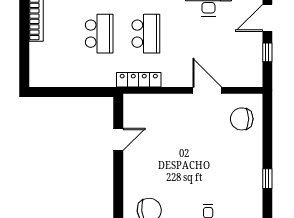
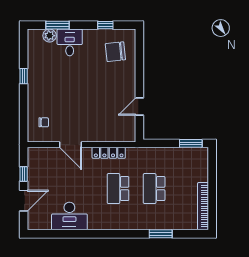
locker: (139, 80) -> (109, 153), moved
window: (52, 92) -> (191, 143), added
chair: (242, 119) -> (44, 122), width x0.54, depth x0.54

